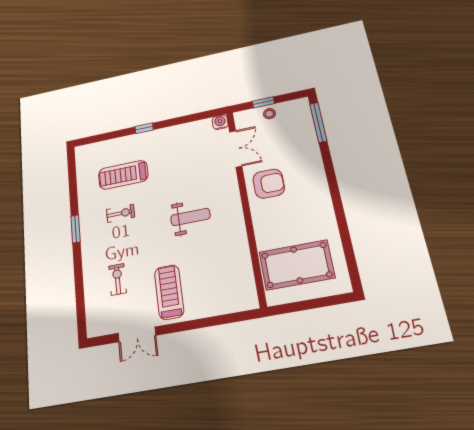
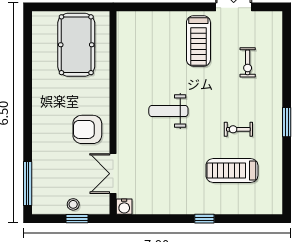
treadmill: (123, 175) -> (232, 171), turned 180
pool table: (297, 265) -> (76, 45), turned 90

